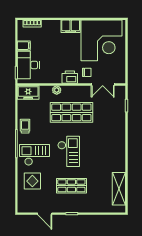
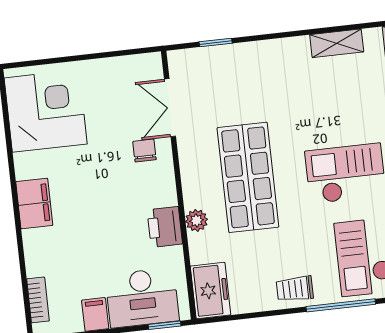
corner desk: (101, 40) -> (46, 111), width x0.74, depth x0.74
printer: (70, 77) -> (165, 227), moved
double door: (103, 84) -> (170, 108), swing flipped
shelving: (121, 154) -> (337, 43), added

